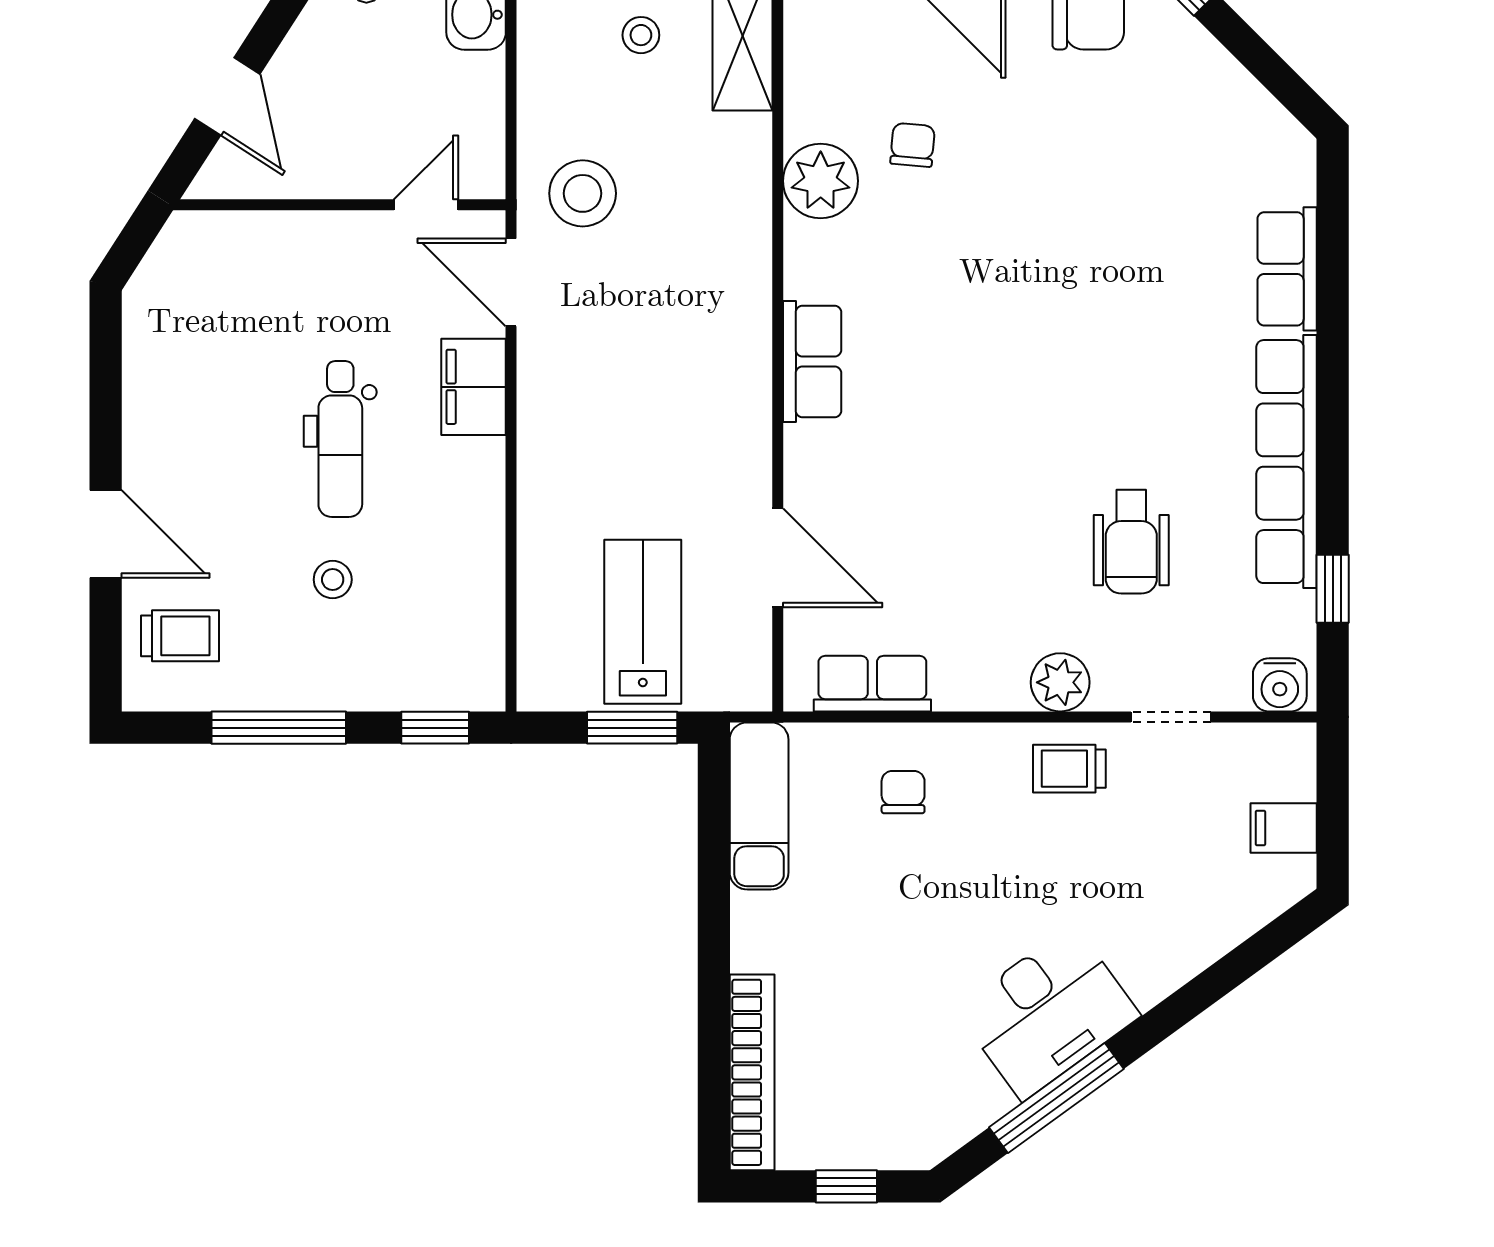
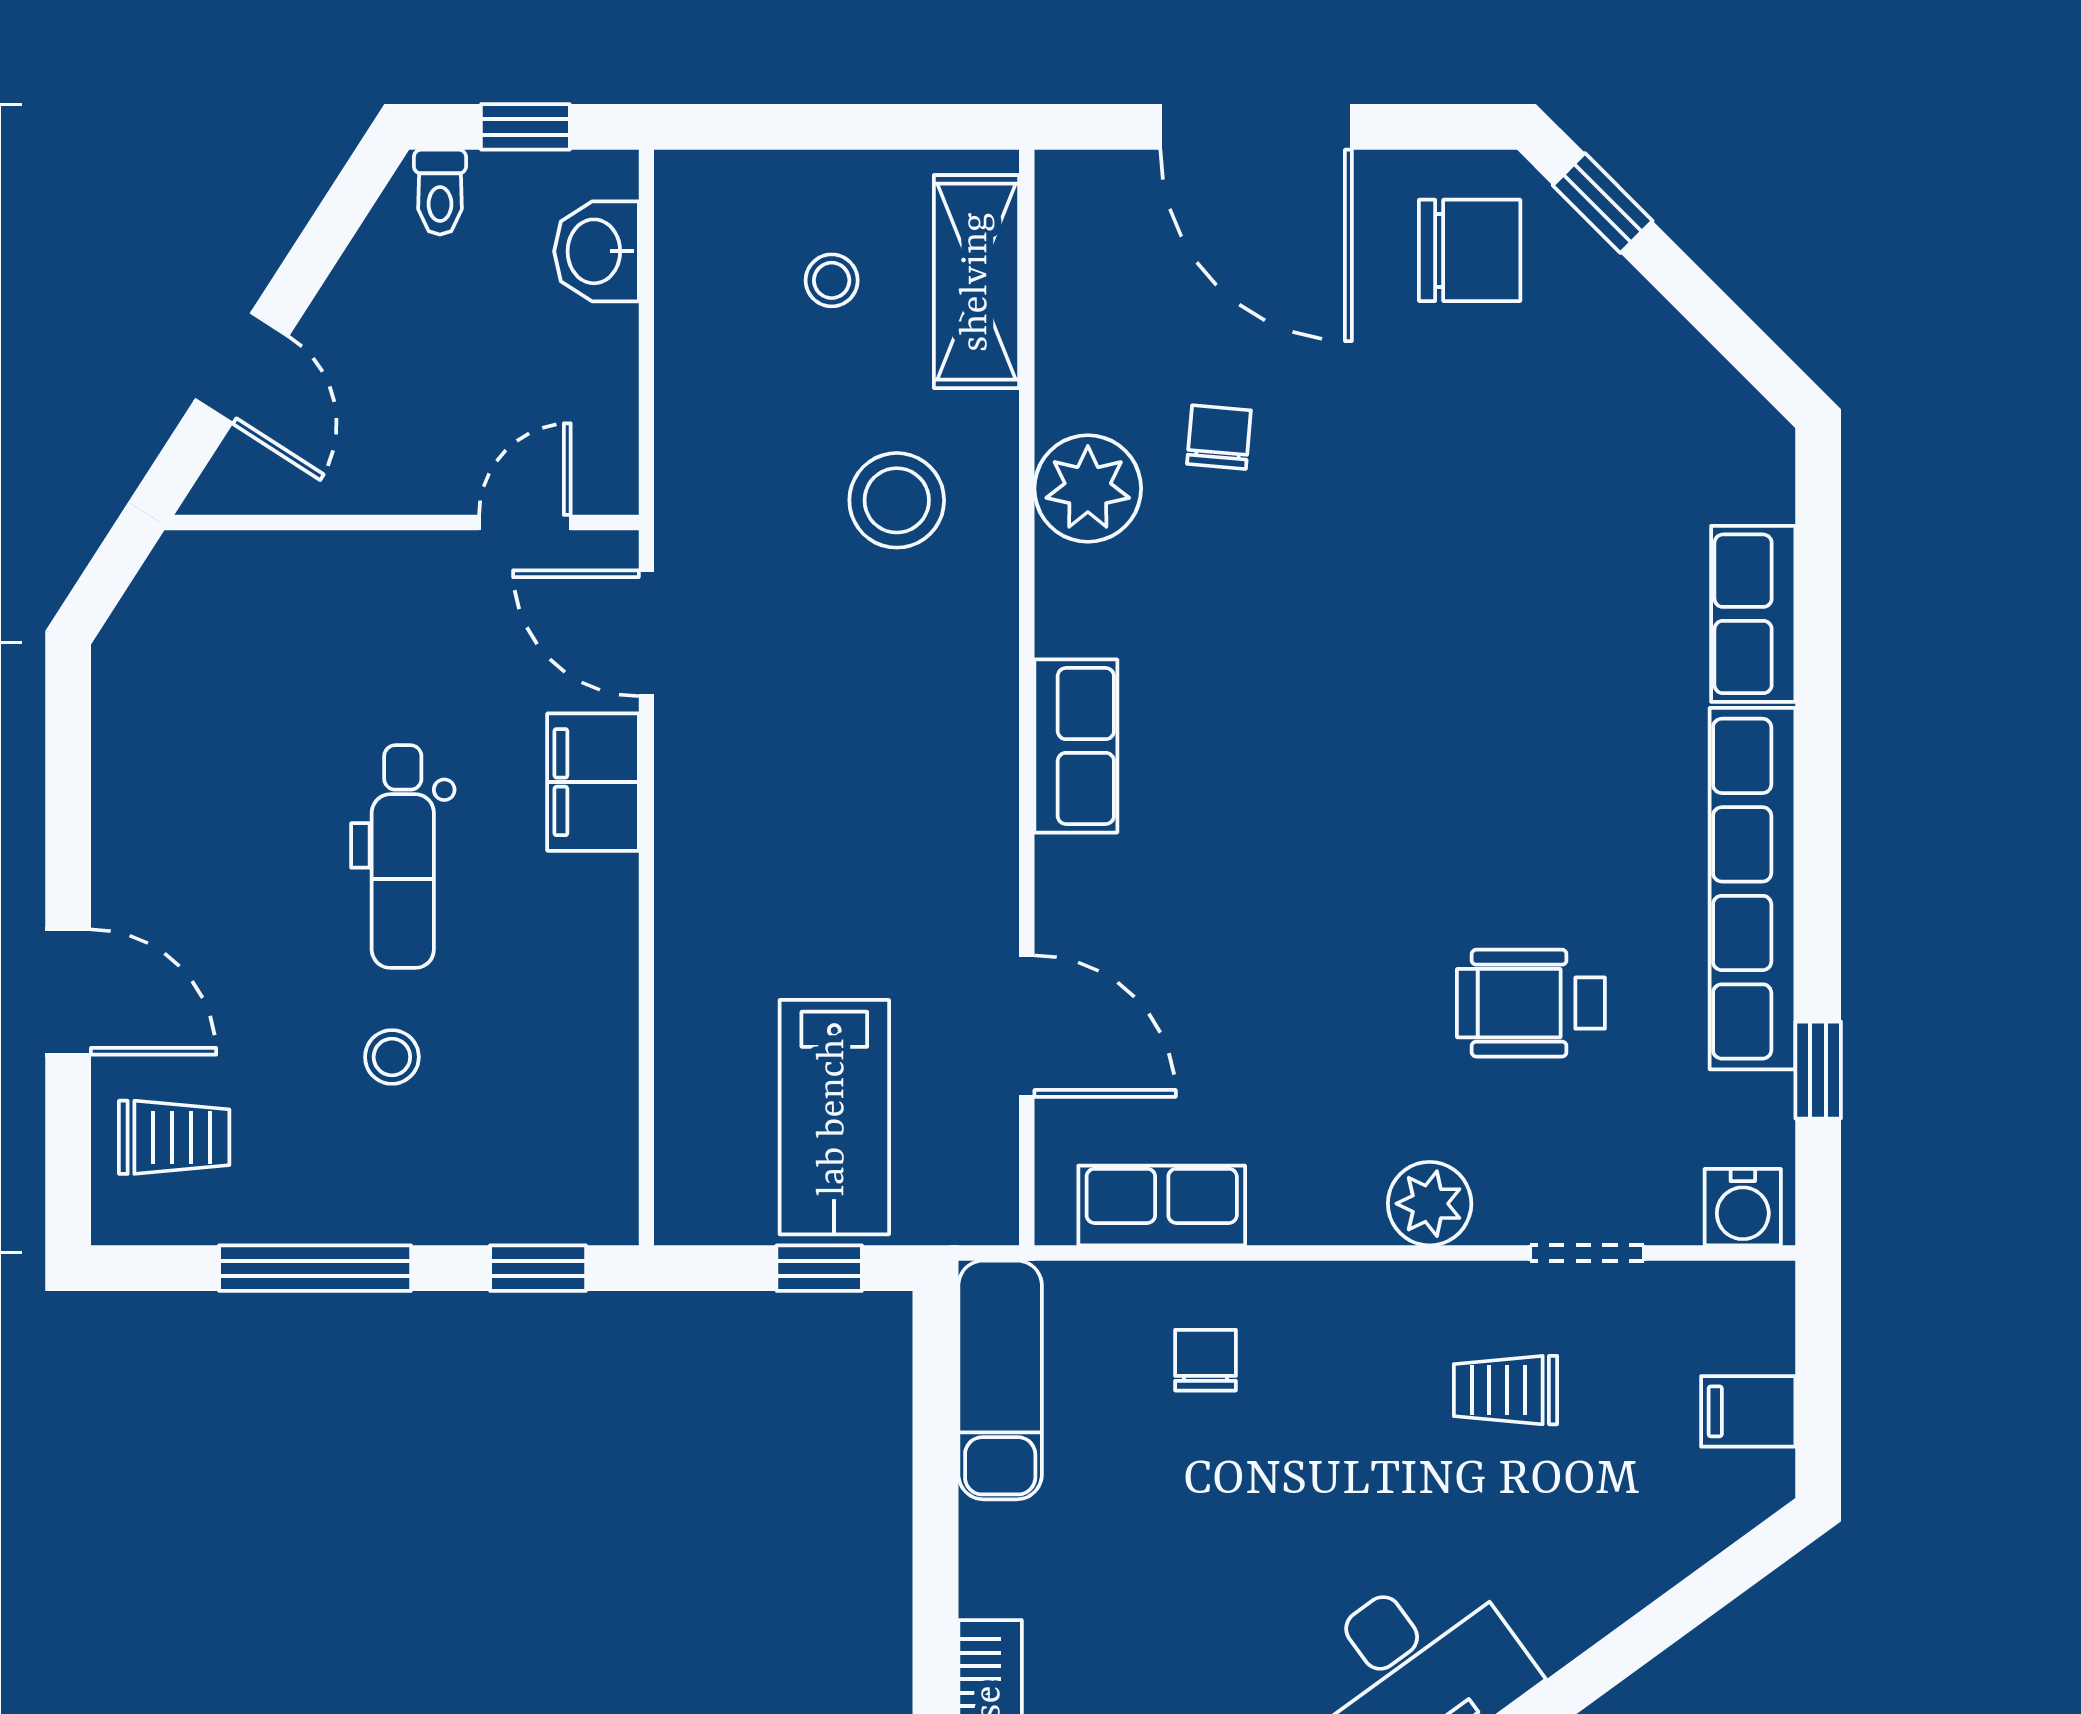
stool: (583, 193) -> (897, 500), moved
wheelchair: (1131, 542) -> (1531, 1003), turned 90
lab bench: (643, 622) -> (834, 1117), turned 180
window: (632, 728) -> (819, 1268), width x0.67
trolley: (1069, 769) -> (1505, 1390), moved

